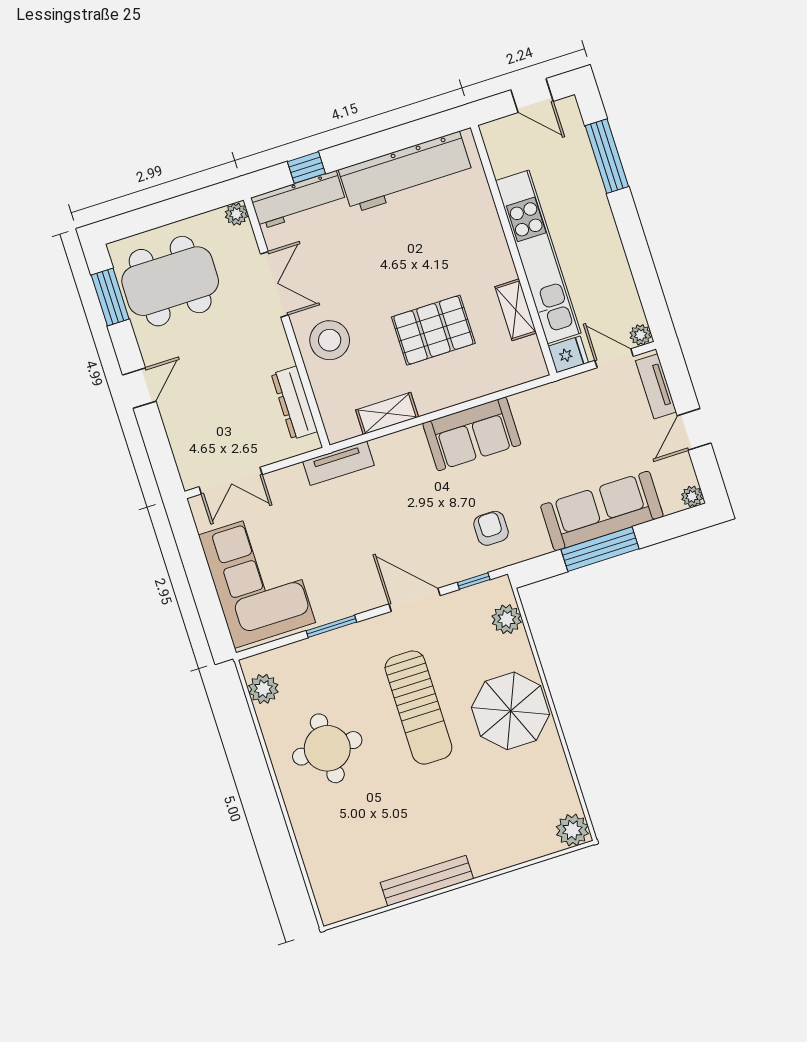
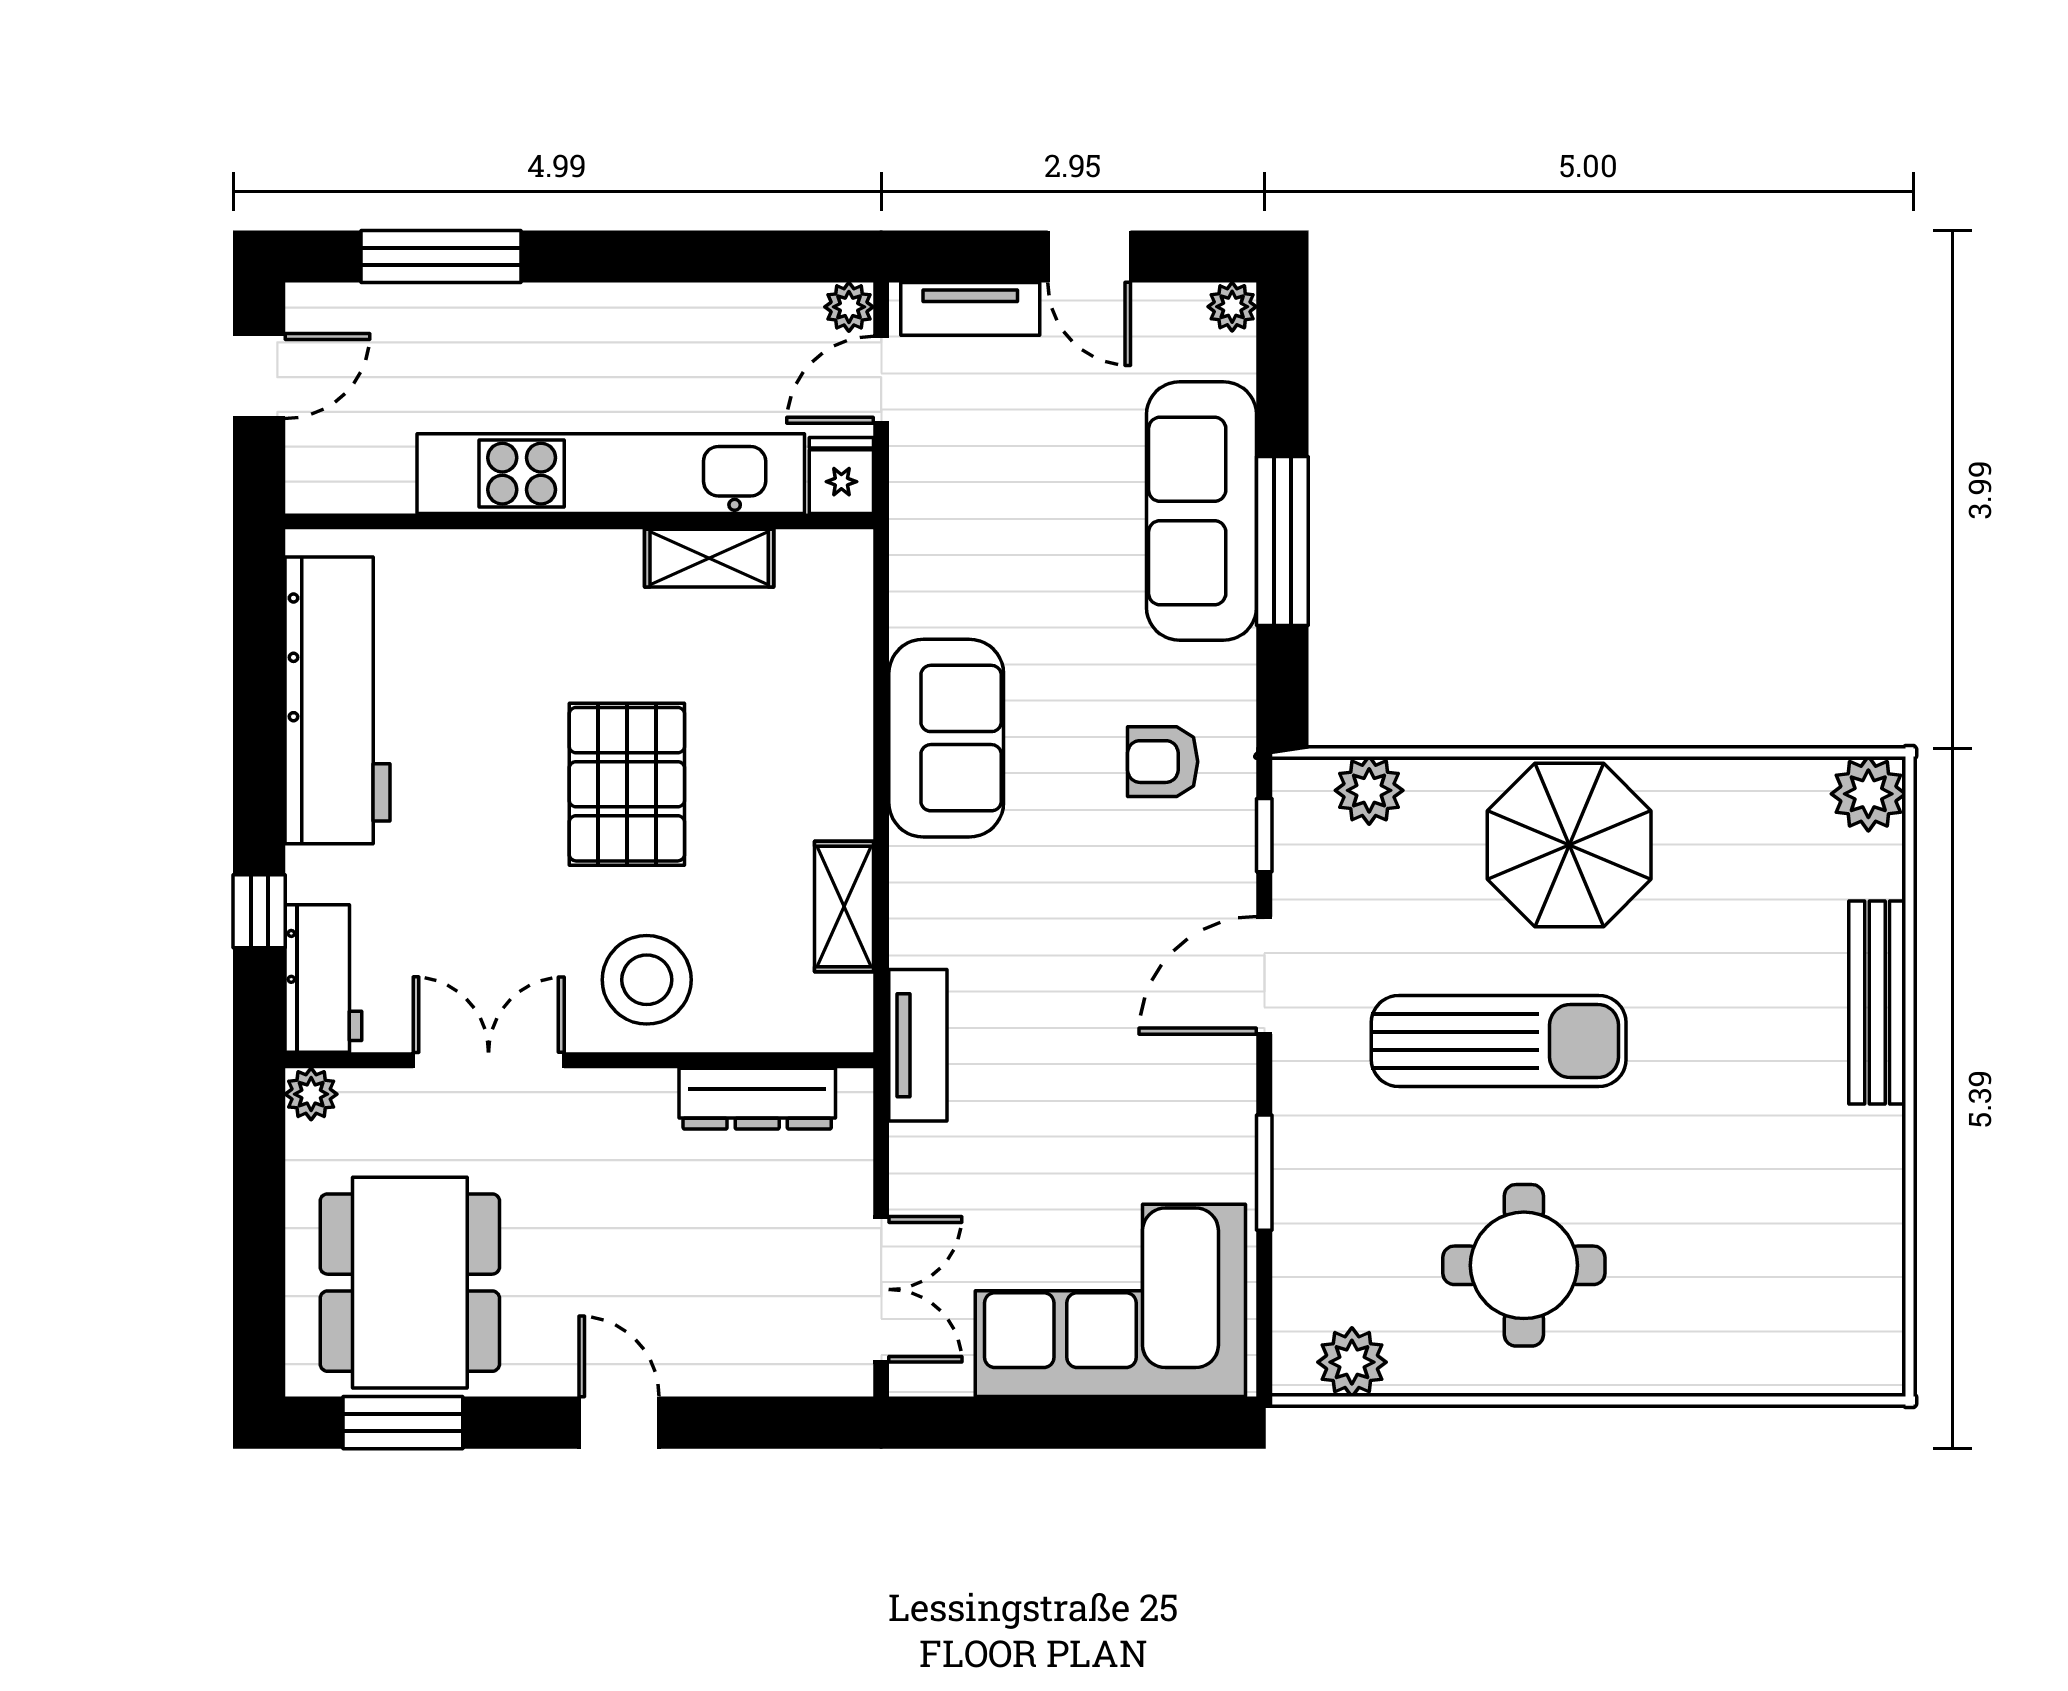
workbench: (298, 200) -> (323, 979), width x0.73
pallet: (433, 330) -> (627, 784), moved
bench: (427, 881) -> (1877, 1002), moved

